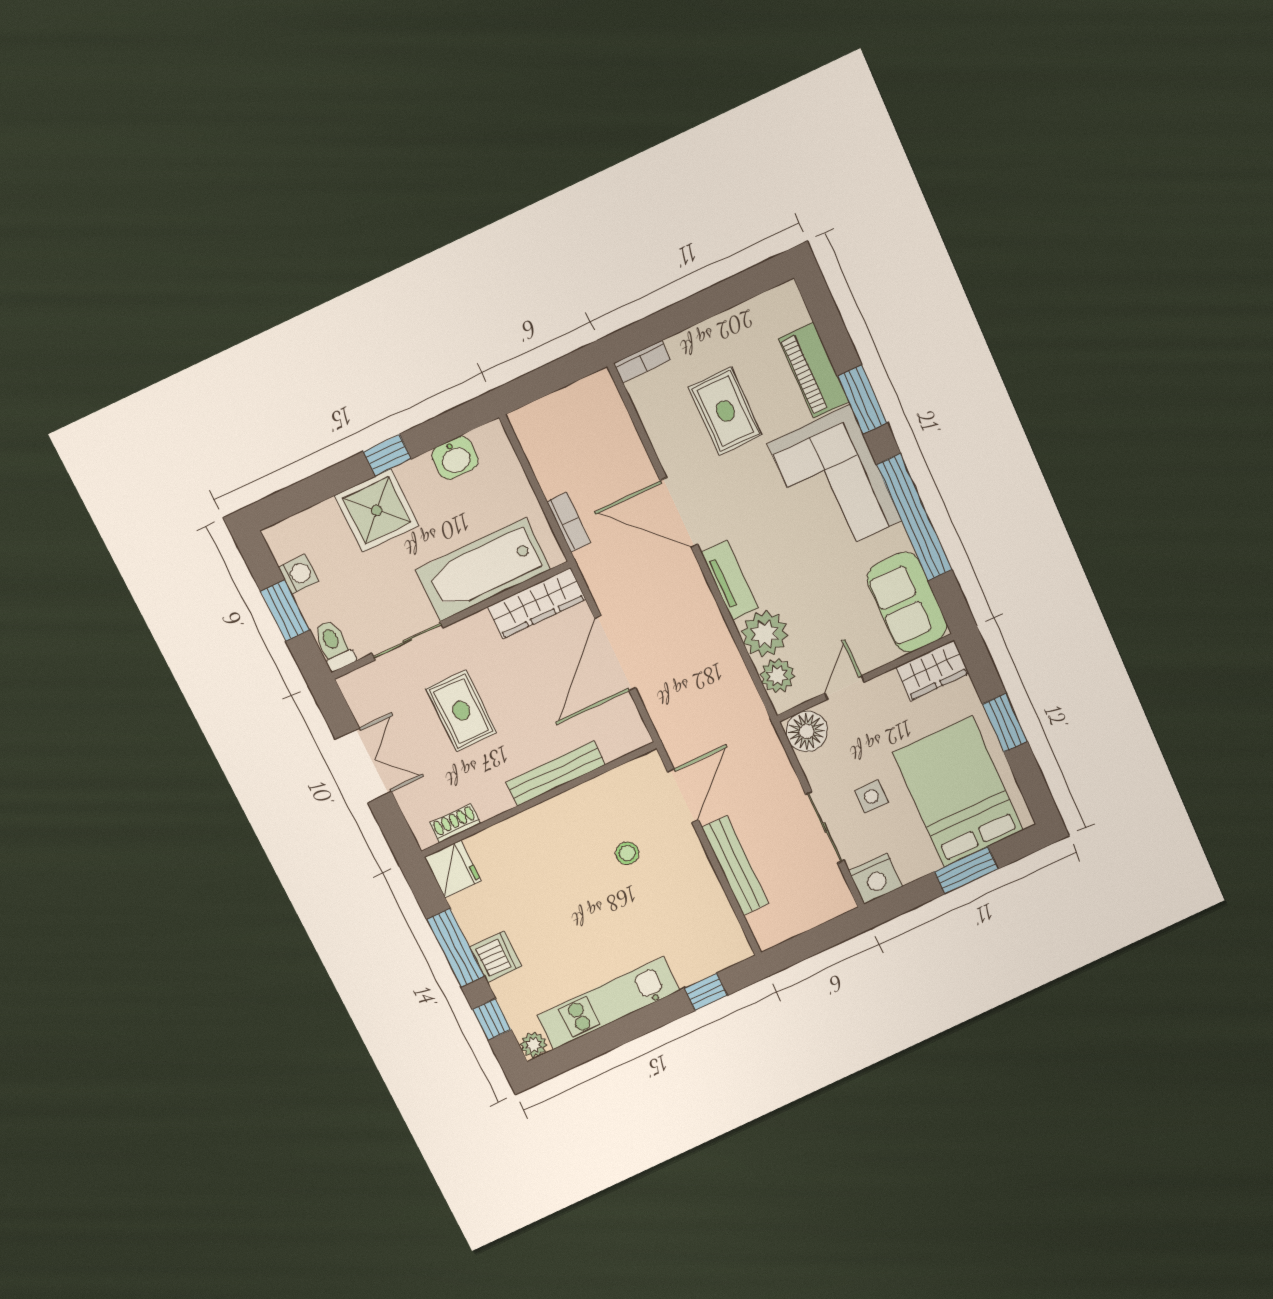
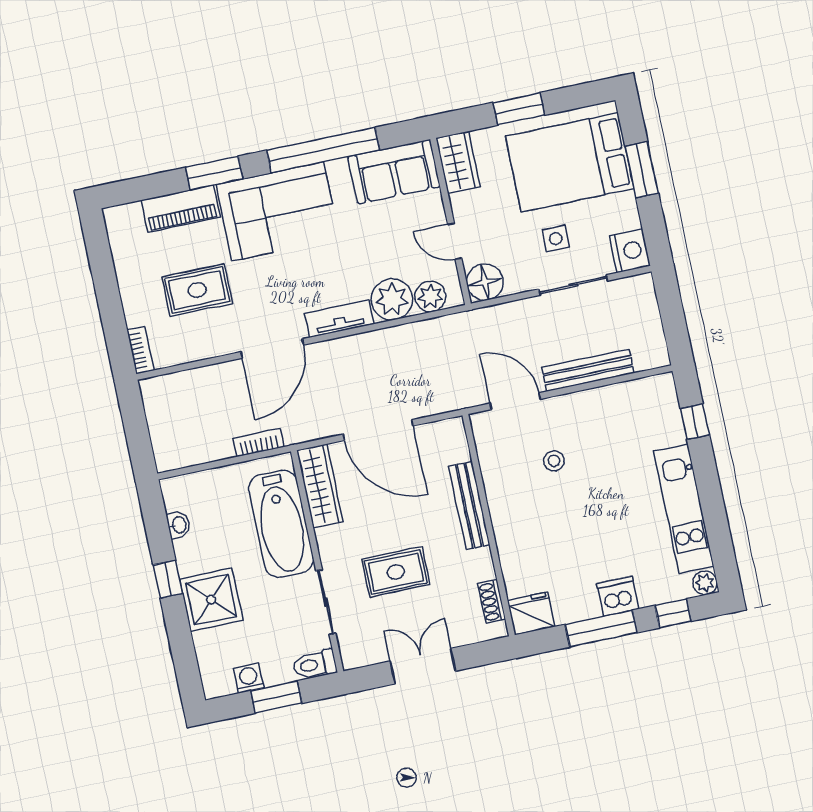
washbasin: (455, 458) -> (179, 525), width x0.72, depth x0.69

